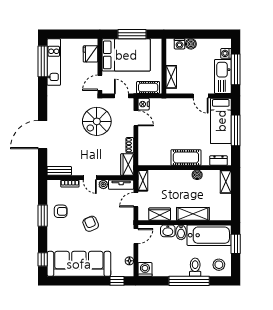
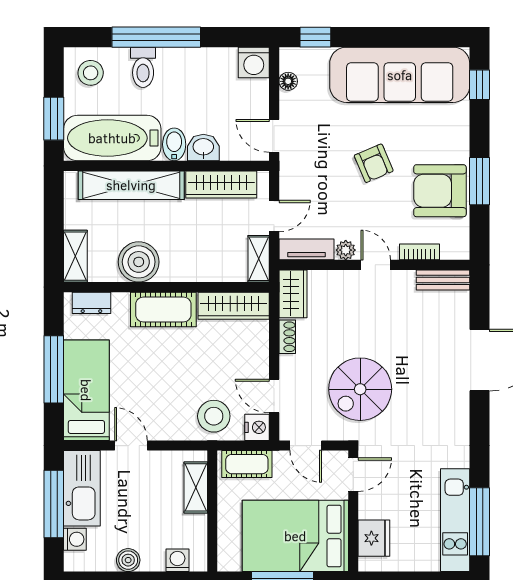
boiler: (191, 44) -> (128, 560), moved
stool: (163, 109) -> (214, 416), added
spiral stairs: (97, 121) -> (360, 389), turned 180
wardrobe: (154, 159) -> (234, 306), added
boiler: (197, 175) -> (139, 262), width x1.86, depth x1.86
armchair: (61, 211) -> (440, 191), width x1.88, depth x1.88
wardrobe: (160, 214) -> (221, 184), width x1.50
shelving: (193, 214) -> (131, 185), width x1.47
door: (136, 236) -> (274, 136), hinge flipped

